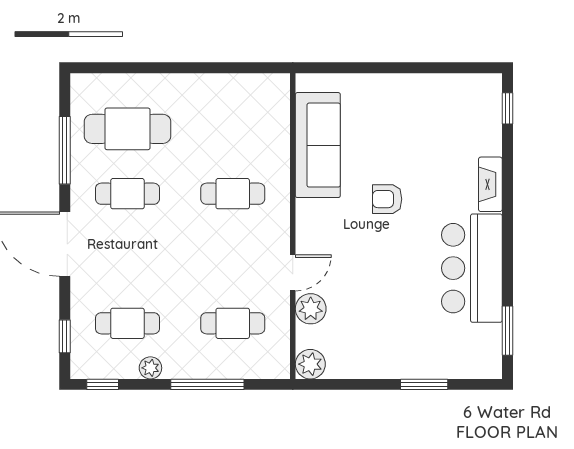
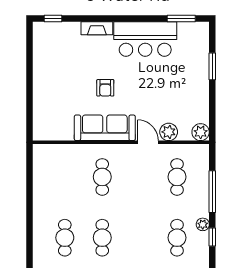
cafe table: (127, 129) -> (65, 238), width x0.73, depth x0.74
sofa: (318, 145) -> (105, 128), moved
window: (103, 384) -> (212, 237), moved

